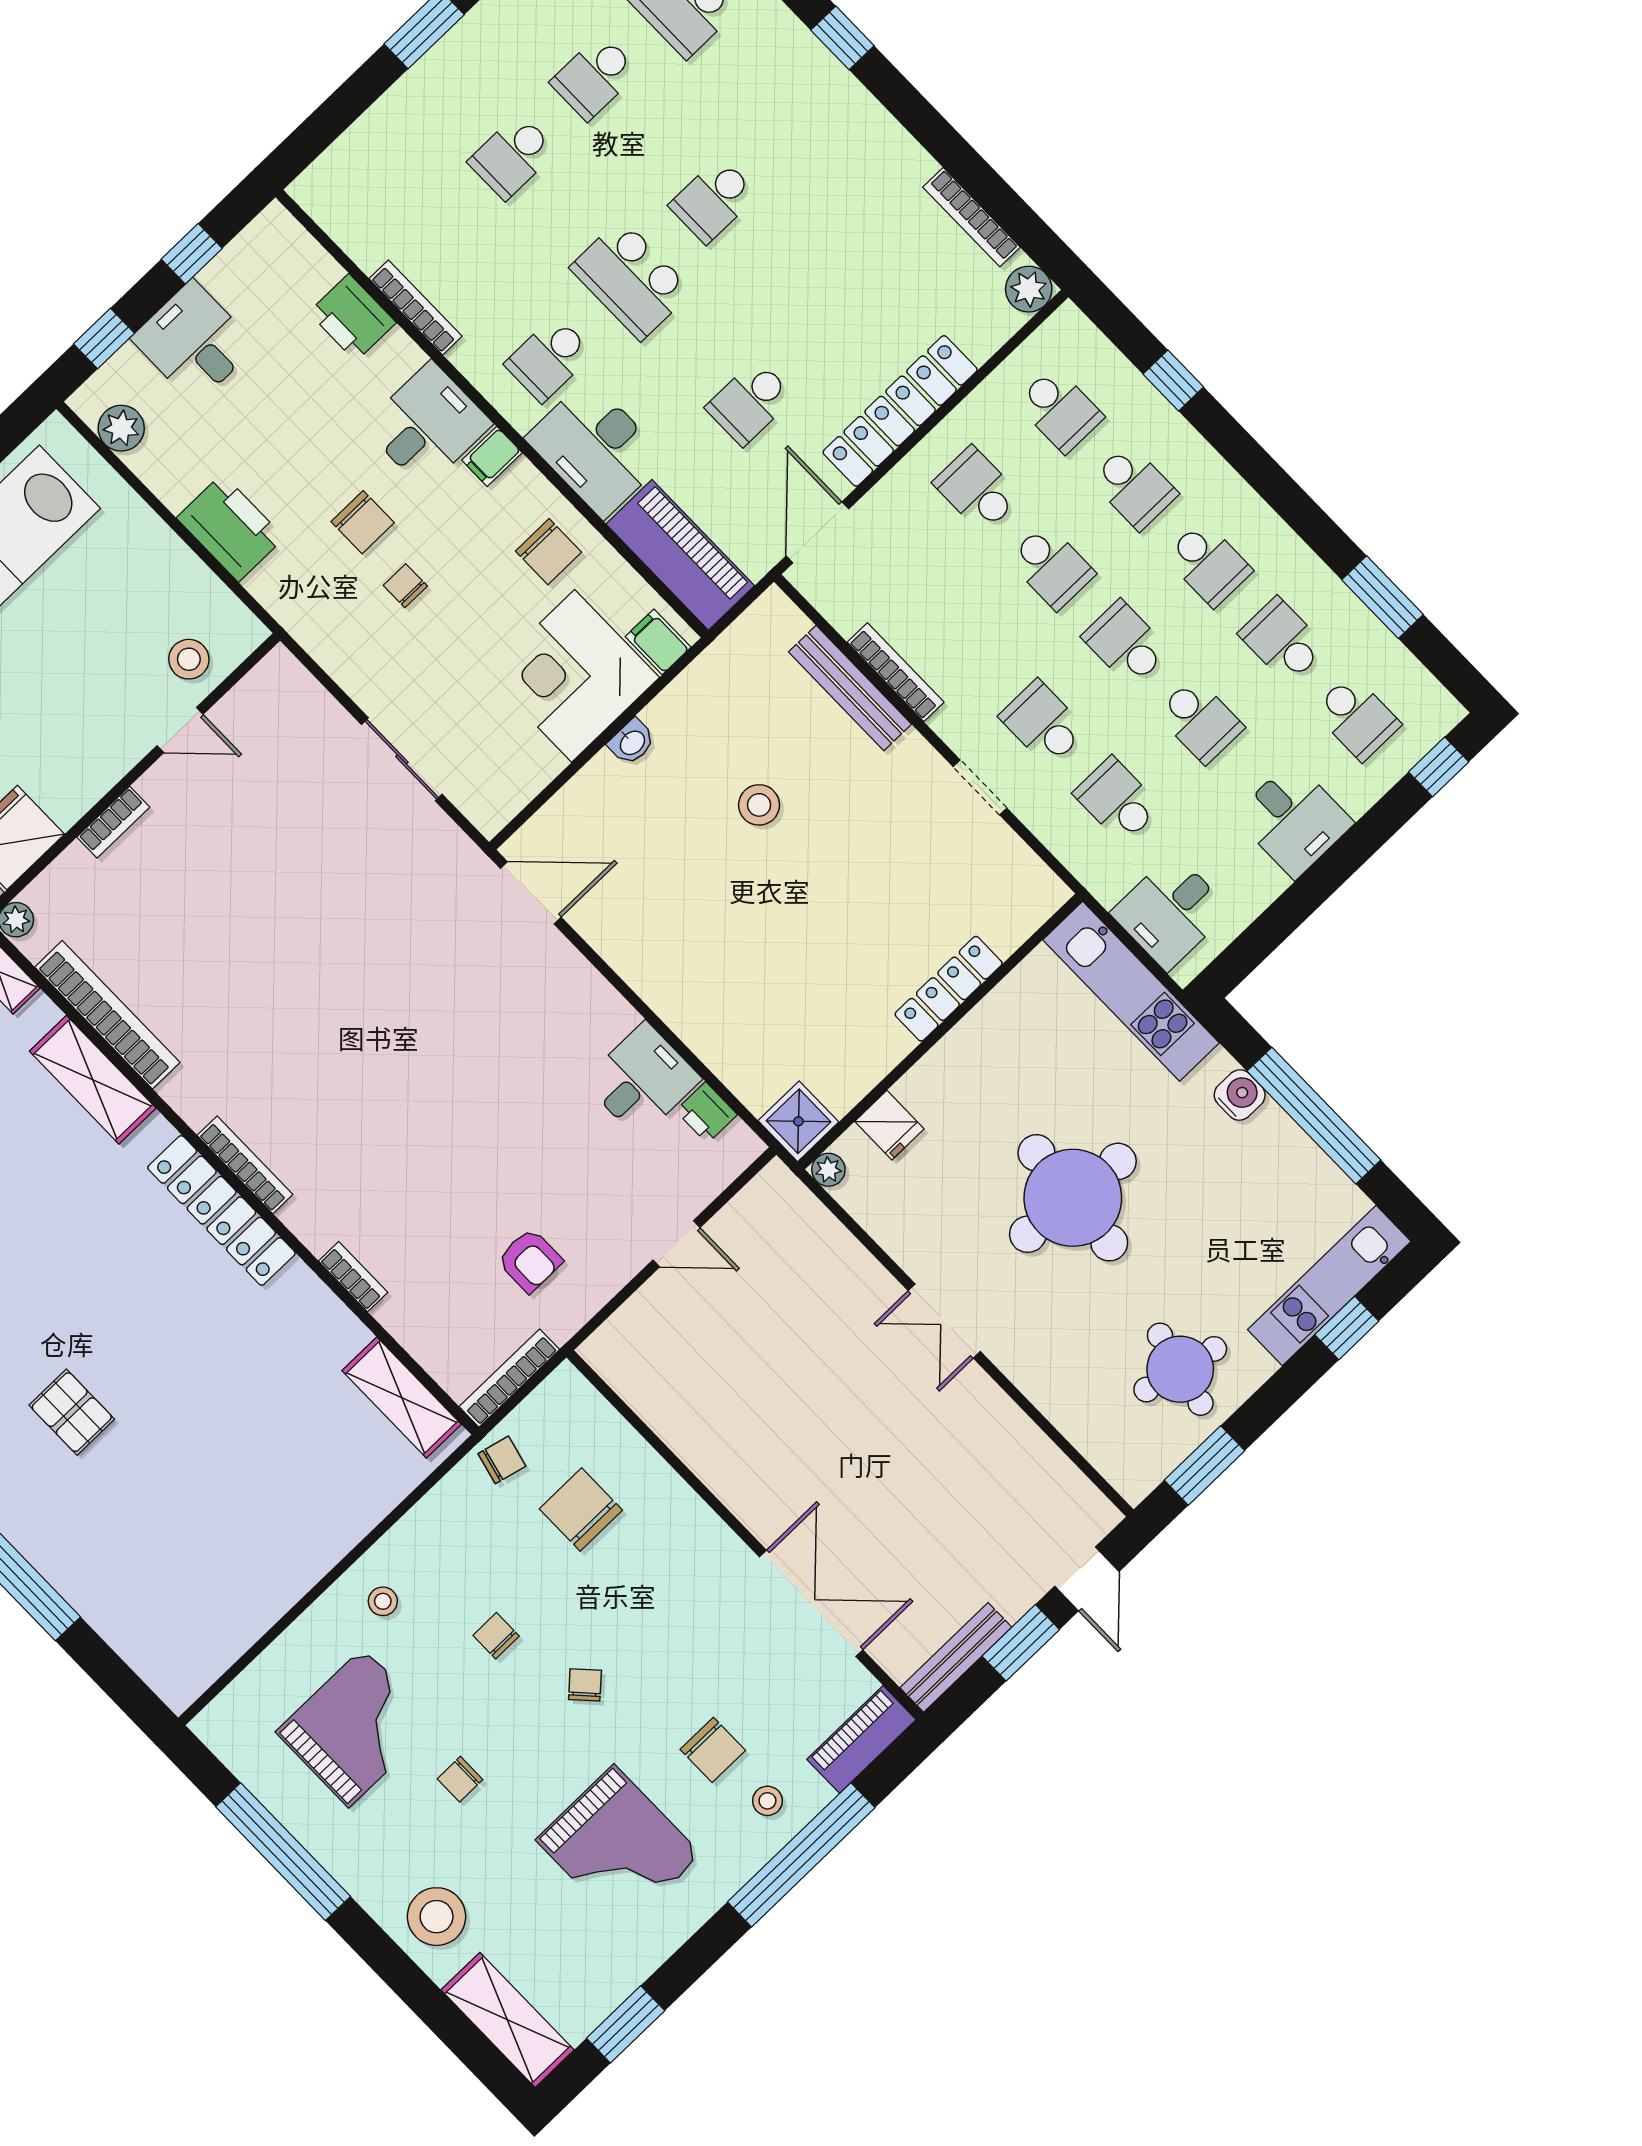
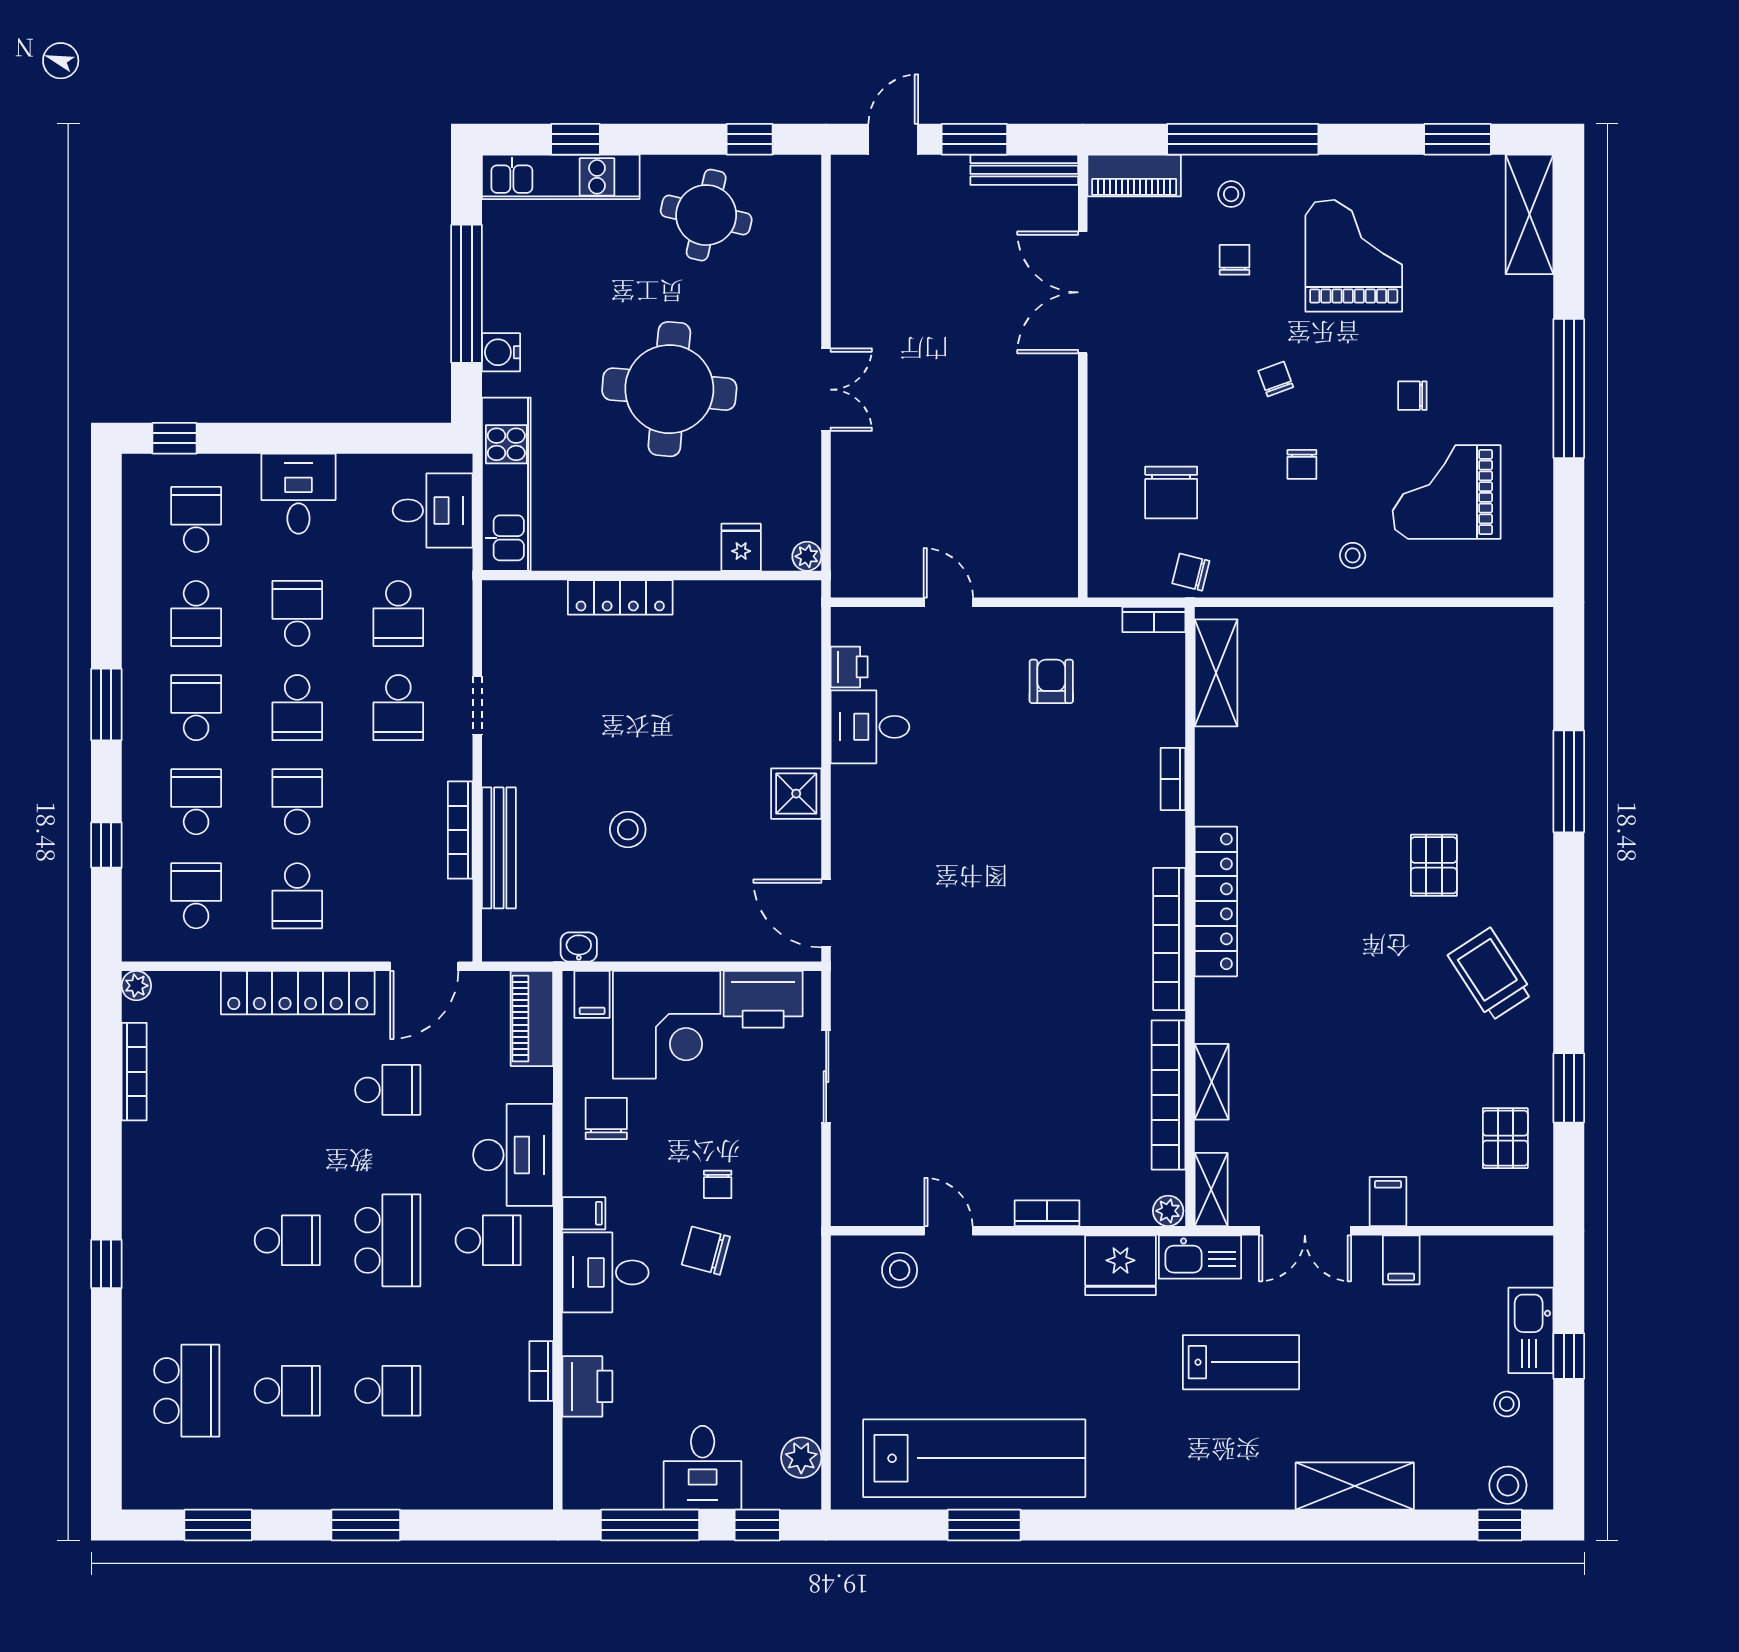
window: (192, 254) -> (650, 1525), width x2.17
plant: (1029, 289) -> (136, 986), width x0.73, depth x0.73
bookcase: (415, 307) -> (541, 1371), width x0.64
chair: (363, 522) -> (706, 1251), turned -75
printer: (230, 528) -> (763, 999), moved, turned -90
piano: (680, 555) -> (532, 1018), width x0.73, depth x0.75
window: (1382, 597) -> (106, 705), moved
washbasin: (632, 742) -> (579, 947), moved
shelving: (93, 1080) -> (1212, 1082), width x0.67, depth x0.75
shower: (798, 1121) -> (796, 794), moved
bookcase: (245, 1165) -> (1169, 939), width x1.48, depth x1.31
bookcase: (509, 1378) -> (1154, 619), width x0.64
window: (1204, 1465) -> (750, 139), width x0.67
chair: (585, 1685) -> (1276, 379), turned 113
chair: (713, 1750) -> (1235, 260), width x0.73, depth x0.73
chair: (460, 1779) -> (1412, 396), turned 180
window: (283, 1852) -> (1569, 388), moved
stool: (437, 1917) -> (1511, 323), removed

